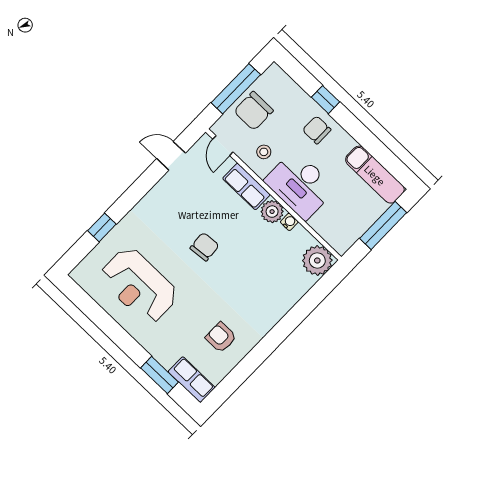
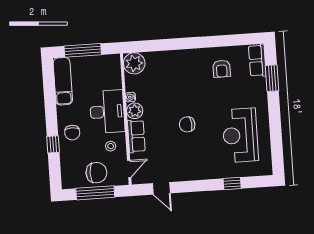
reception desk: (139, 285) -> (240, 135), turned 180

